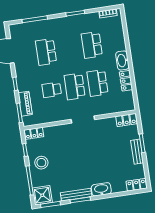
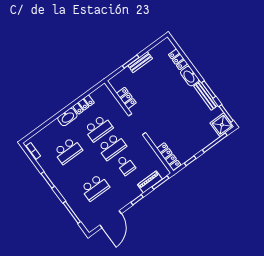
locker: (126, 120) -> (126, 98), moved
locker: (34, 133) -> (169, 157), width x1.53
stool: (41, 163) -> (194, 141), removed
locker: (136, 185) -> (178, 59), moved

